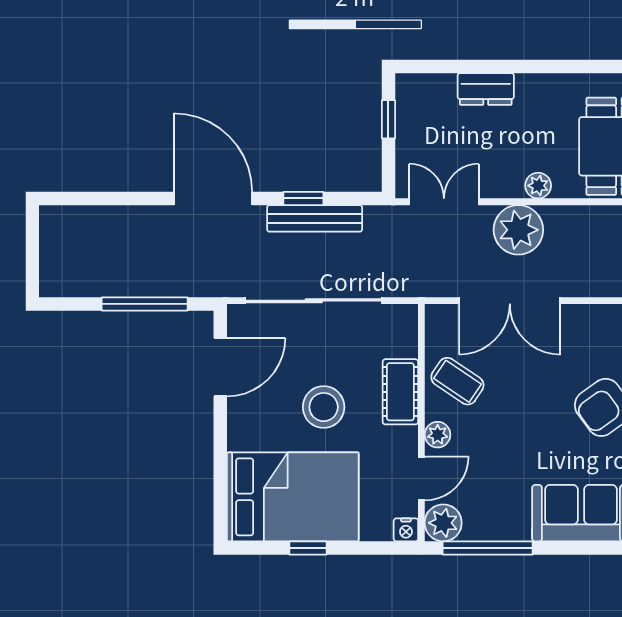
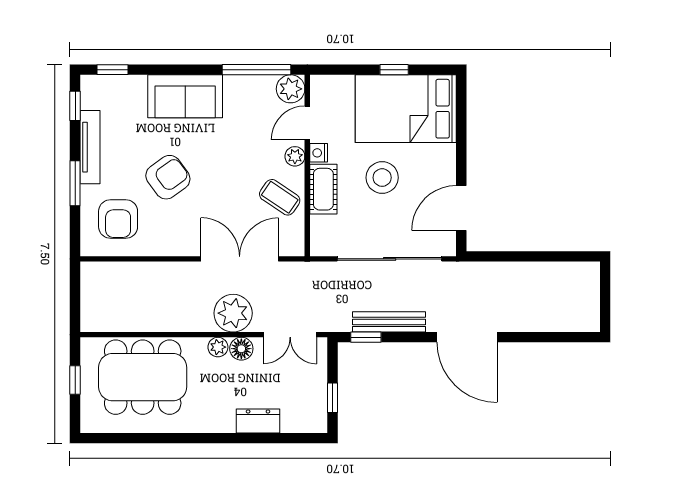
floor lamp: (508, 183) -> (241, 349), added
window: (303, 198) -> (366, 337), moved
window: (145, 304) -> (519, 256), removed
nightstand: (406, 530) -> (319, 153), moved, turned -90

